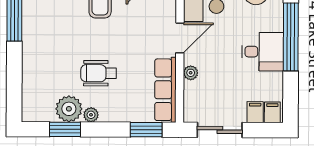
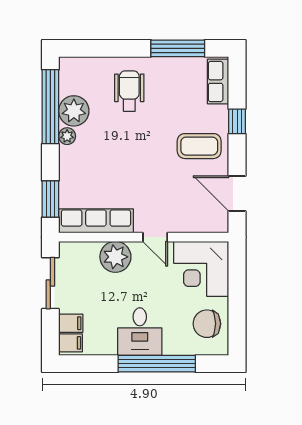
door: (180, 38) -> (155, 237), width x0.73
wheelchair: (99, 73) -> (129, 91), moved
plant: (191, 73) -> (115, 257), width x1.87, depth x1.87
window: (65, 129) -> (50, 107), width x2.11

